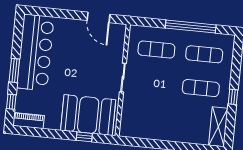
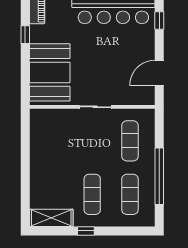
window: (52, 13) -> (159, 21), added
window: (84, 137) -> (25, 35), moved

